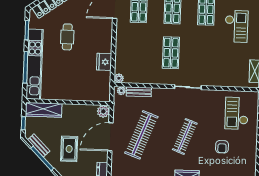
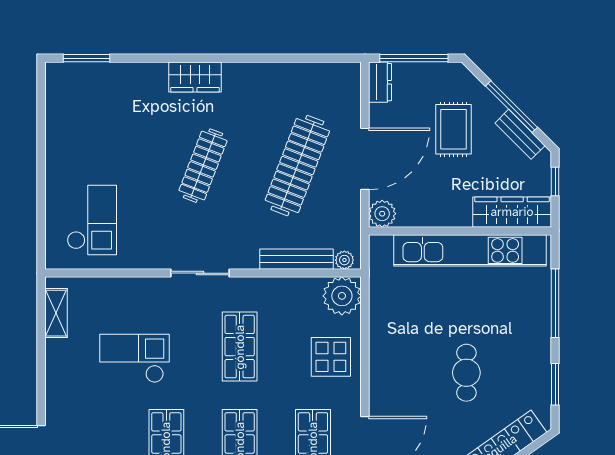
checkout: (236, 26) -> (135, 358), moved, turned 90
display table: (129, 46) -> (331, 357), added
fridge: (104, 62) -> (384, 321), removed
kitchen unit: (35, 64) -> (470, 250), moved, turned -90
plant: (119, 78) -> (342, 296), width x1.88, depth x1.88
bench: (139, 92) -> (297, 259), width x1.36
armchair: (222, 147) -> (121, 146), removed

